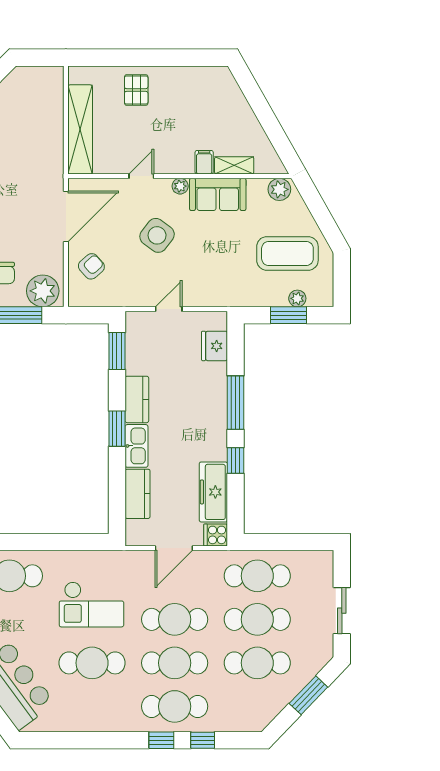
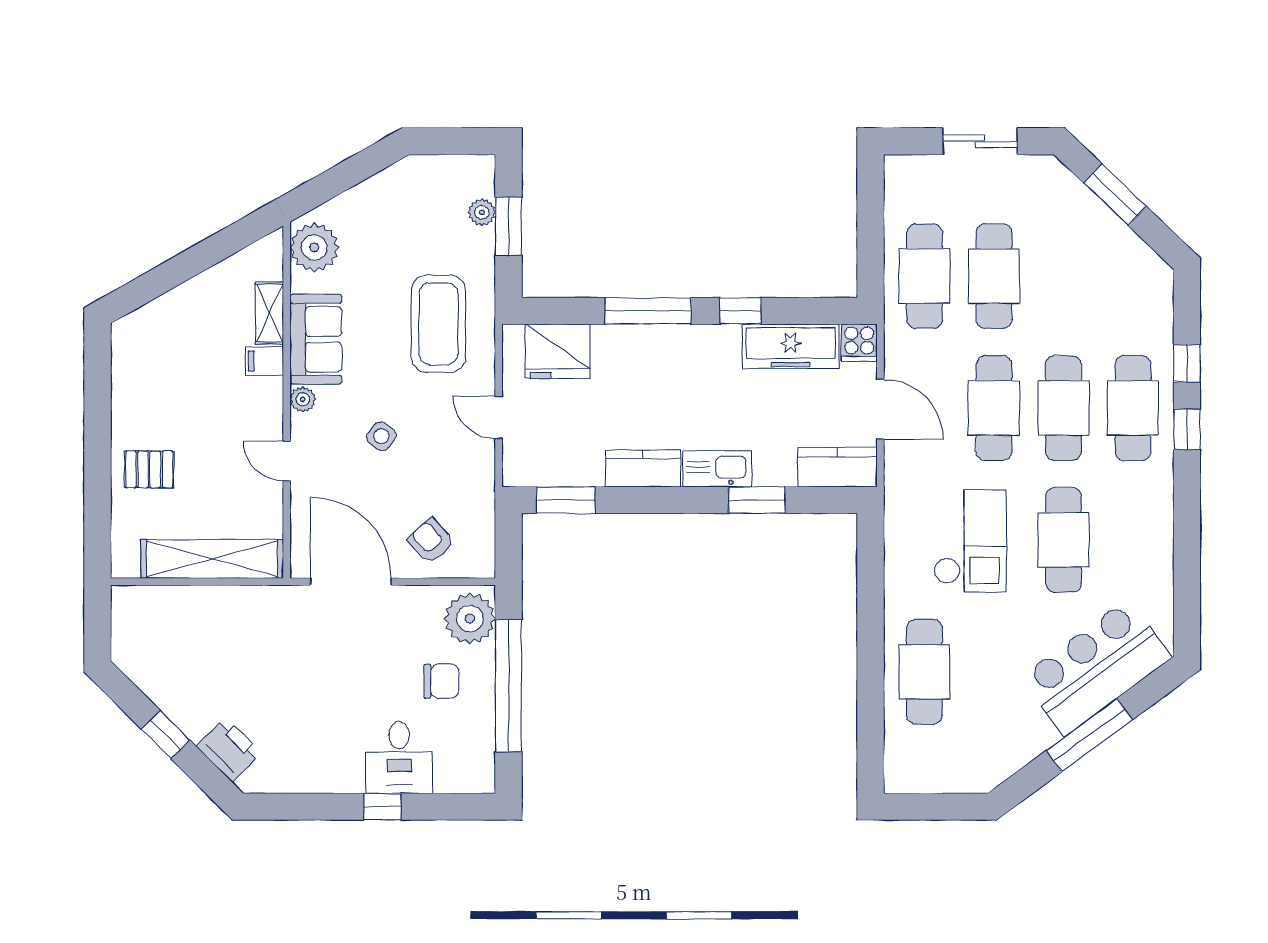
plant: (279, 189) -> (314, 247), width x1.36, depth x1.36
side table: (157, 235) -> (381, 436), width x0.54, depth x0.54
coffee table: (287, 253) -> (438, 324), moved
fridge: (215, 346) -> (558, 351), width x1.36, depth x1.34
window: (117, 429) -> (757, 500), moved
kitchen counter: (138, 494) -> (837, 467), moved
cafe table: (257, 663) -> (1063, 276), removed

